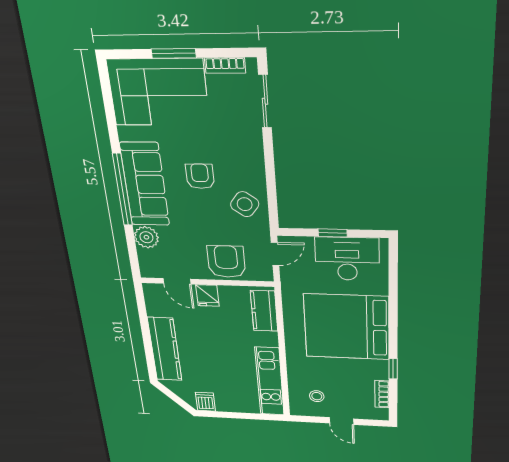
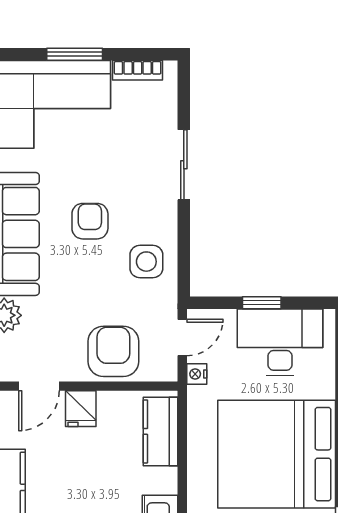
sliding door: (265, 101) -> (184, 165), moved
side table: (245, 204) -> (146, 262), turned -36
nightstand: (287, 277) -> (197, 374), added
door: (177, 281) -> (39, 386), hinge flipped

